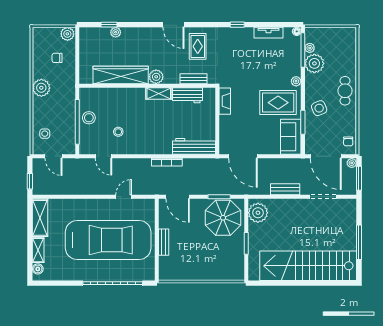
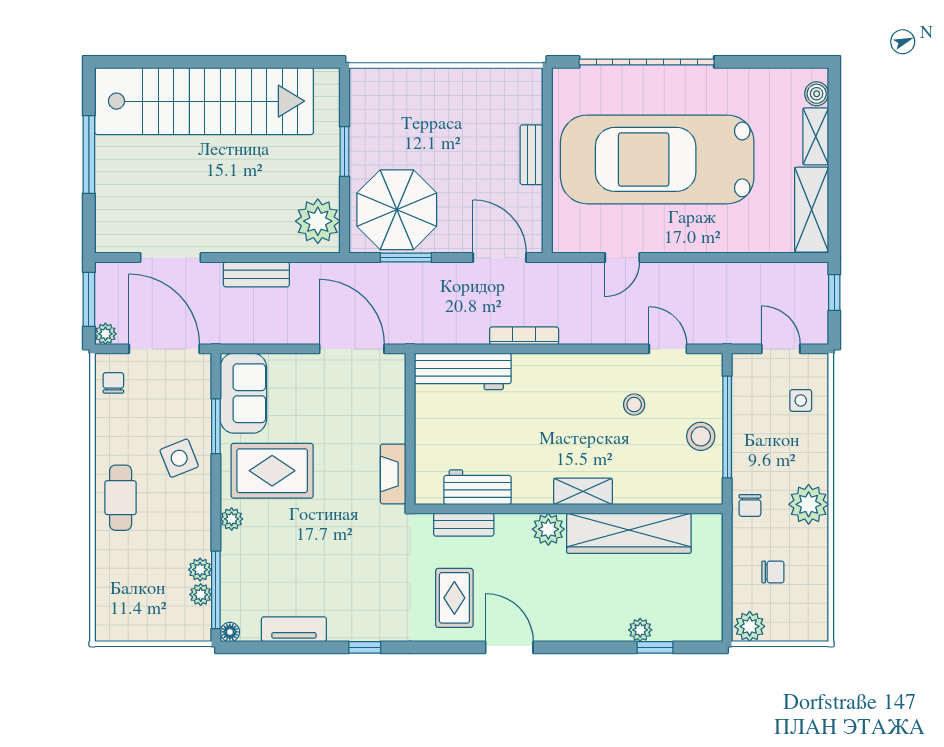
plant: (314, 63) -> (200, 570), width x0.53, depth x0.53
chair: (67, 87) -> (750, 505), added
shelving: (159, 93) -> (583, 491), moved

